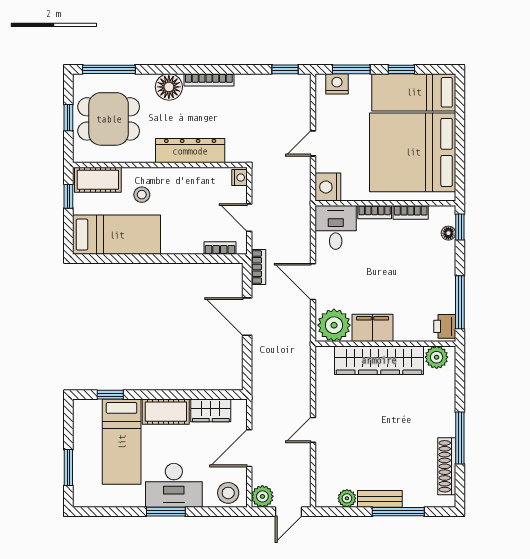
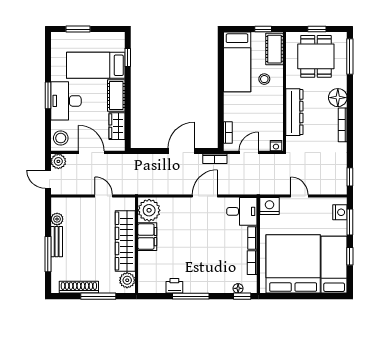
plant: (334, 325) -> (149, 210), moved
filing cabinet: (372, 328) -> (147, 237), moved
wall: (385, 344) -> (136, 245), moved
plant: (437, 357) -> (127, 280), moved
wardrobe: (379, 360) -> (125, 241), moved

